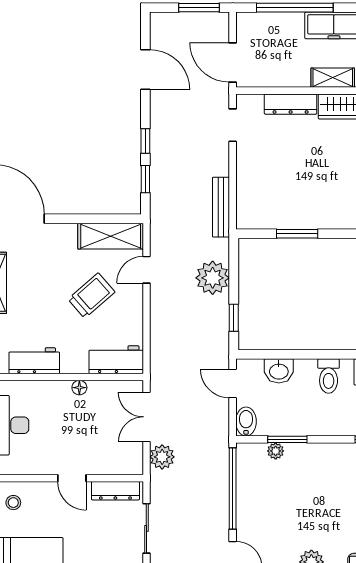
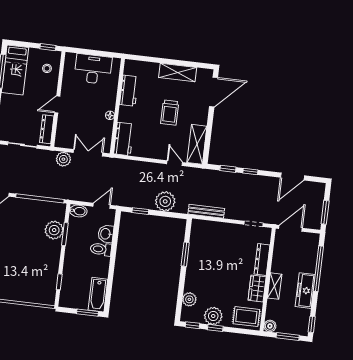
trolley: (91, 296) -> (170, 113), moved, turned 41
toilet: (329, 376) -> (101, 249), moved
plant: (276, 451) -> (54, 230), width x1.88, depth x1.88

